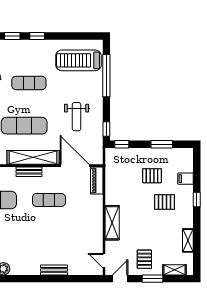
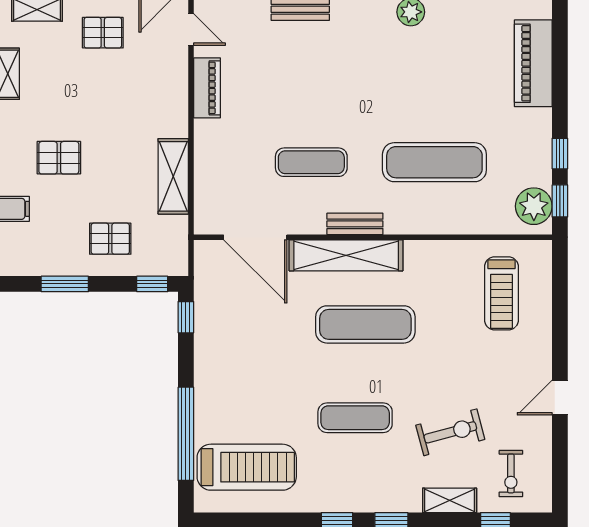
weight bench: (77, 117) -> (251, 344), removed
pallet: (152, 176) -> (110, 239), moved
piano: (97, 181) -> (207, 88), moved
shelving: (112, 223) -> (173, 176), moved
pallet: (144, 259) -> (103, 33), turned 90

